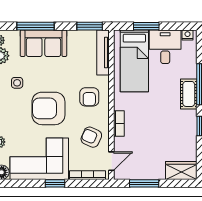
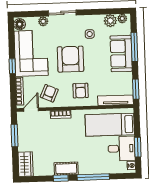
window: (146, 26) -> (138, 147), moved
cot: (189, 94) -> (66, 169), moved
armchair: (89, 97) -> (81, 91), turned -90
door: (111, 161) -> (31, 110), swing flipped

